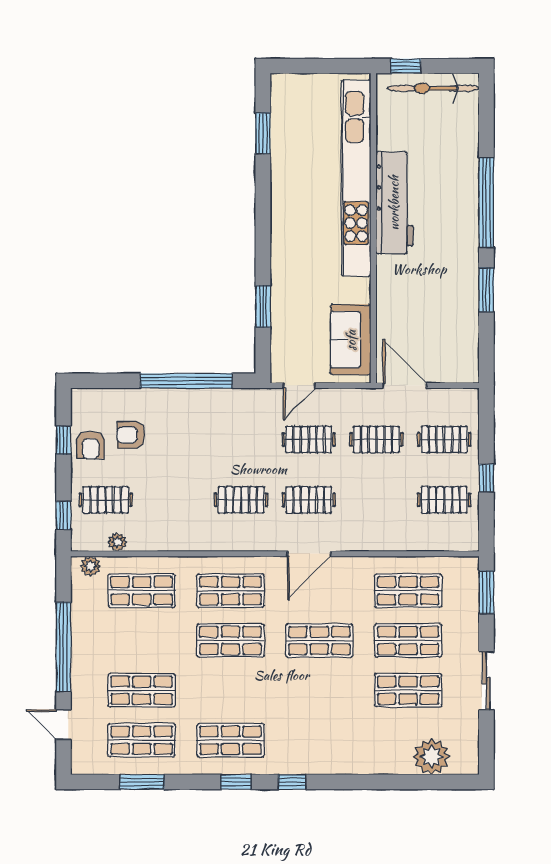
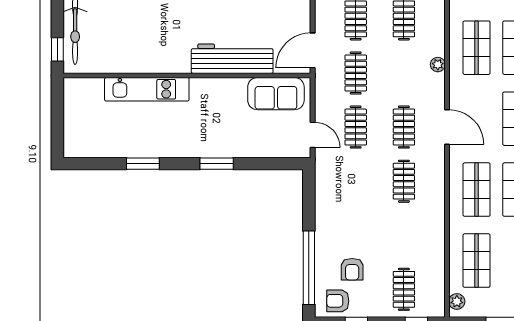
window: (263, 133) -> (143, 164), moved
kitchen unit: (356, 178) -> (147, 89), width x0.54
workbench: (394, 203) -> (232, 59), moved
window: (263, 306) -> (217, 164), moved
window: (186, 381) -> (309, 268), moved
armchair: (90, 445) -> (338, 301), moved, turned 180
plant: (117, 542) -> (438, 65), moved

